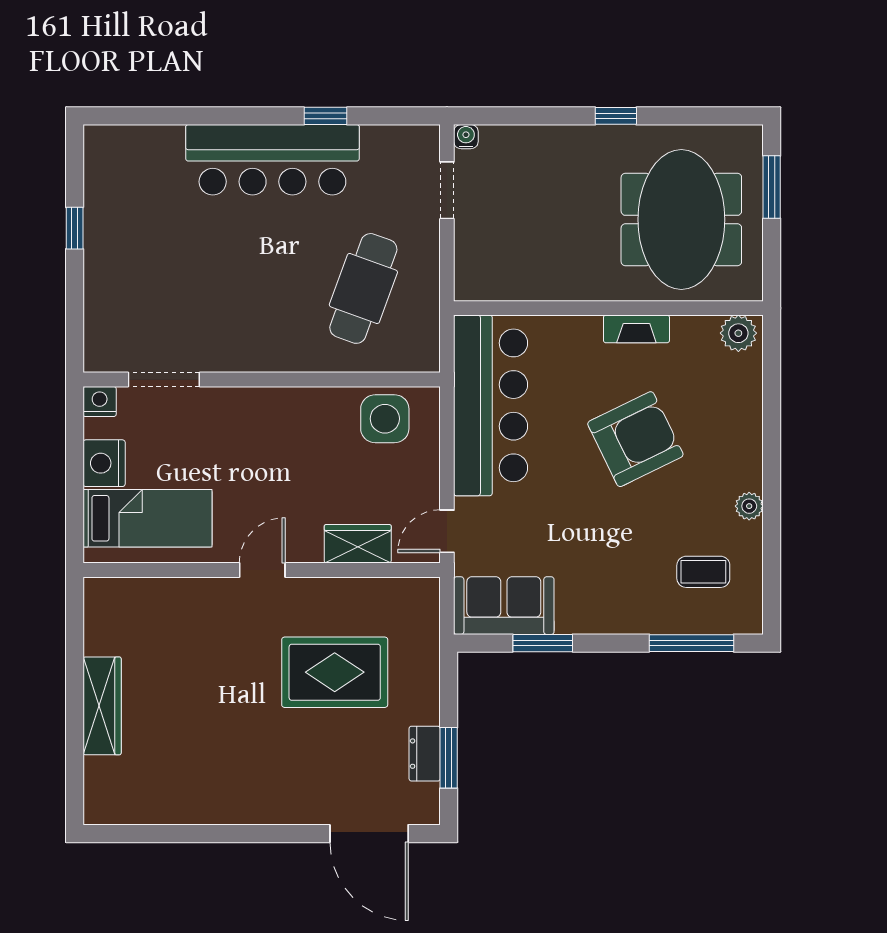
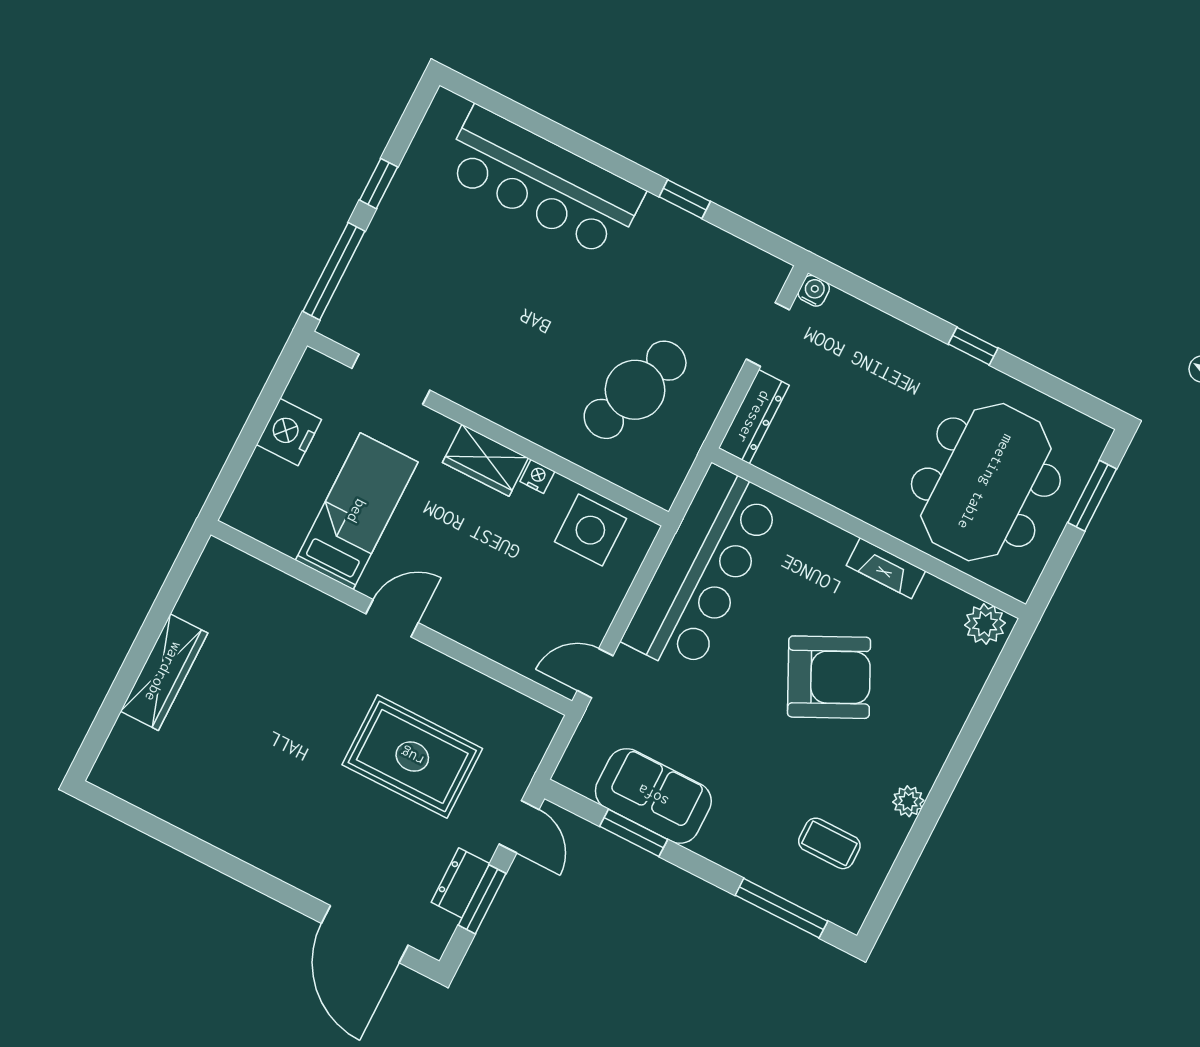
bar counter: (272, 160) -> (543, 182), moved
dresser: (469, 262) -> (754, 417), added
window: (75, 316) -> (334, 271), added
nightstand: (100, 402) -> (537, 476), moved, width x0.72, depth x0.74
bed: (147, 518) -> (357, 511), moved, turned -90
wardrobe: (358, 544) -> (485, 460), moved, turned 180
sofa: (504, 606) -> (653, 796), moved
door: (449, 685) -> (519, 827), added

